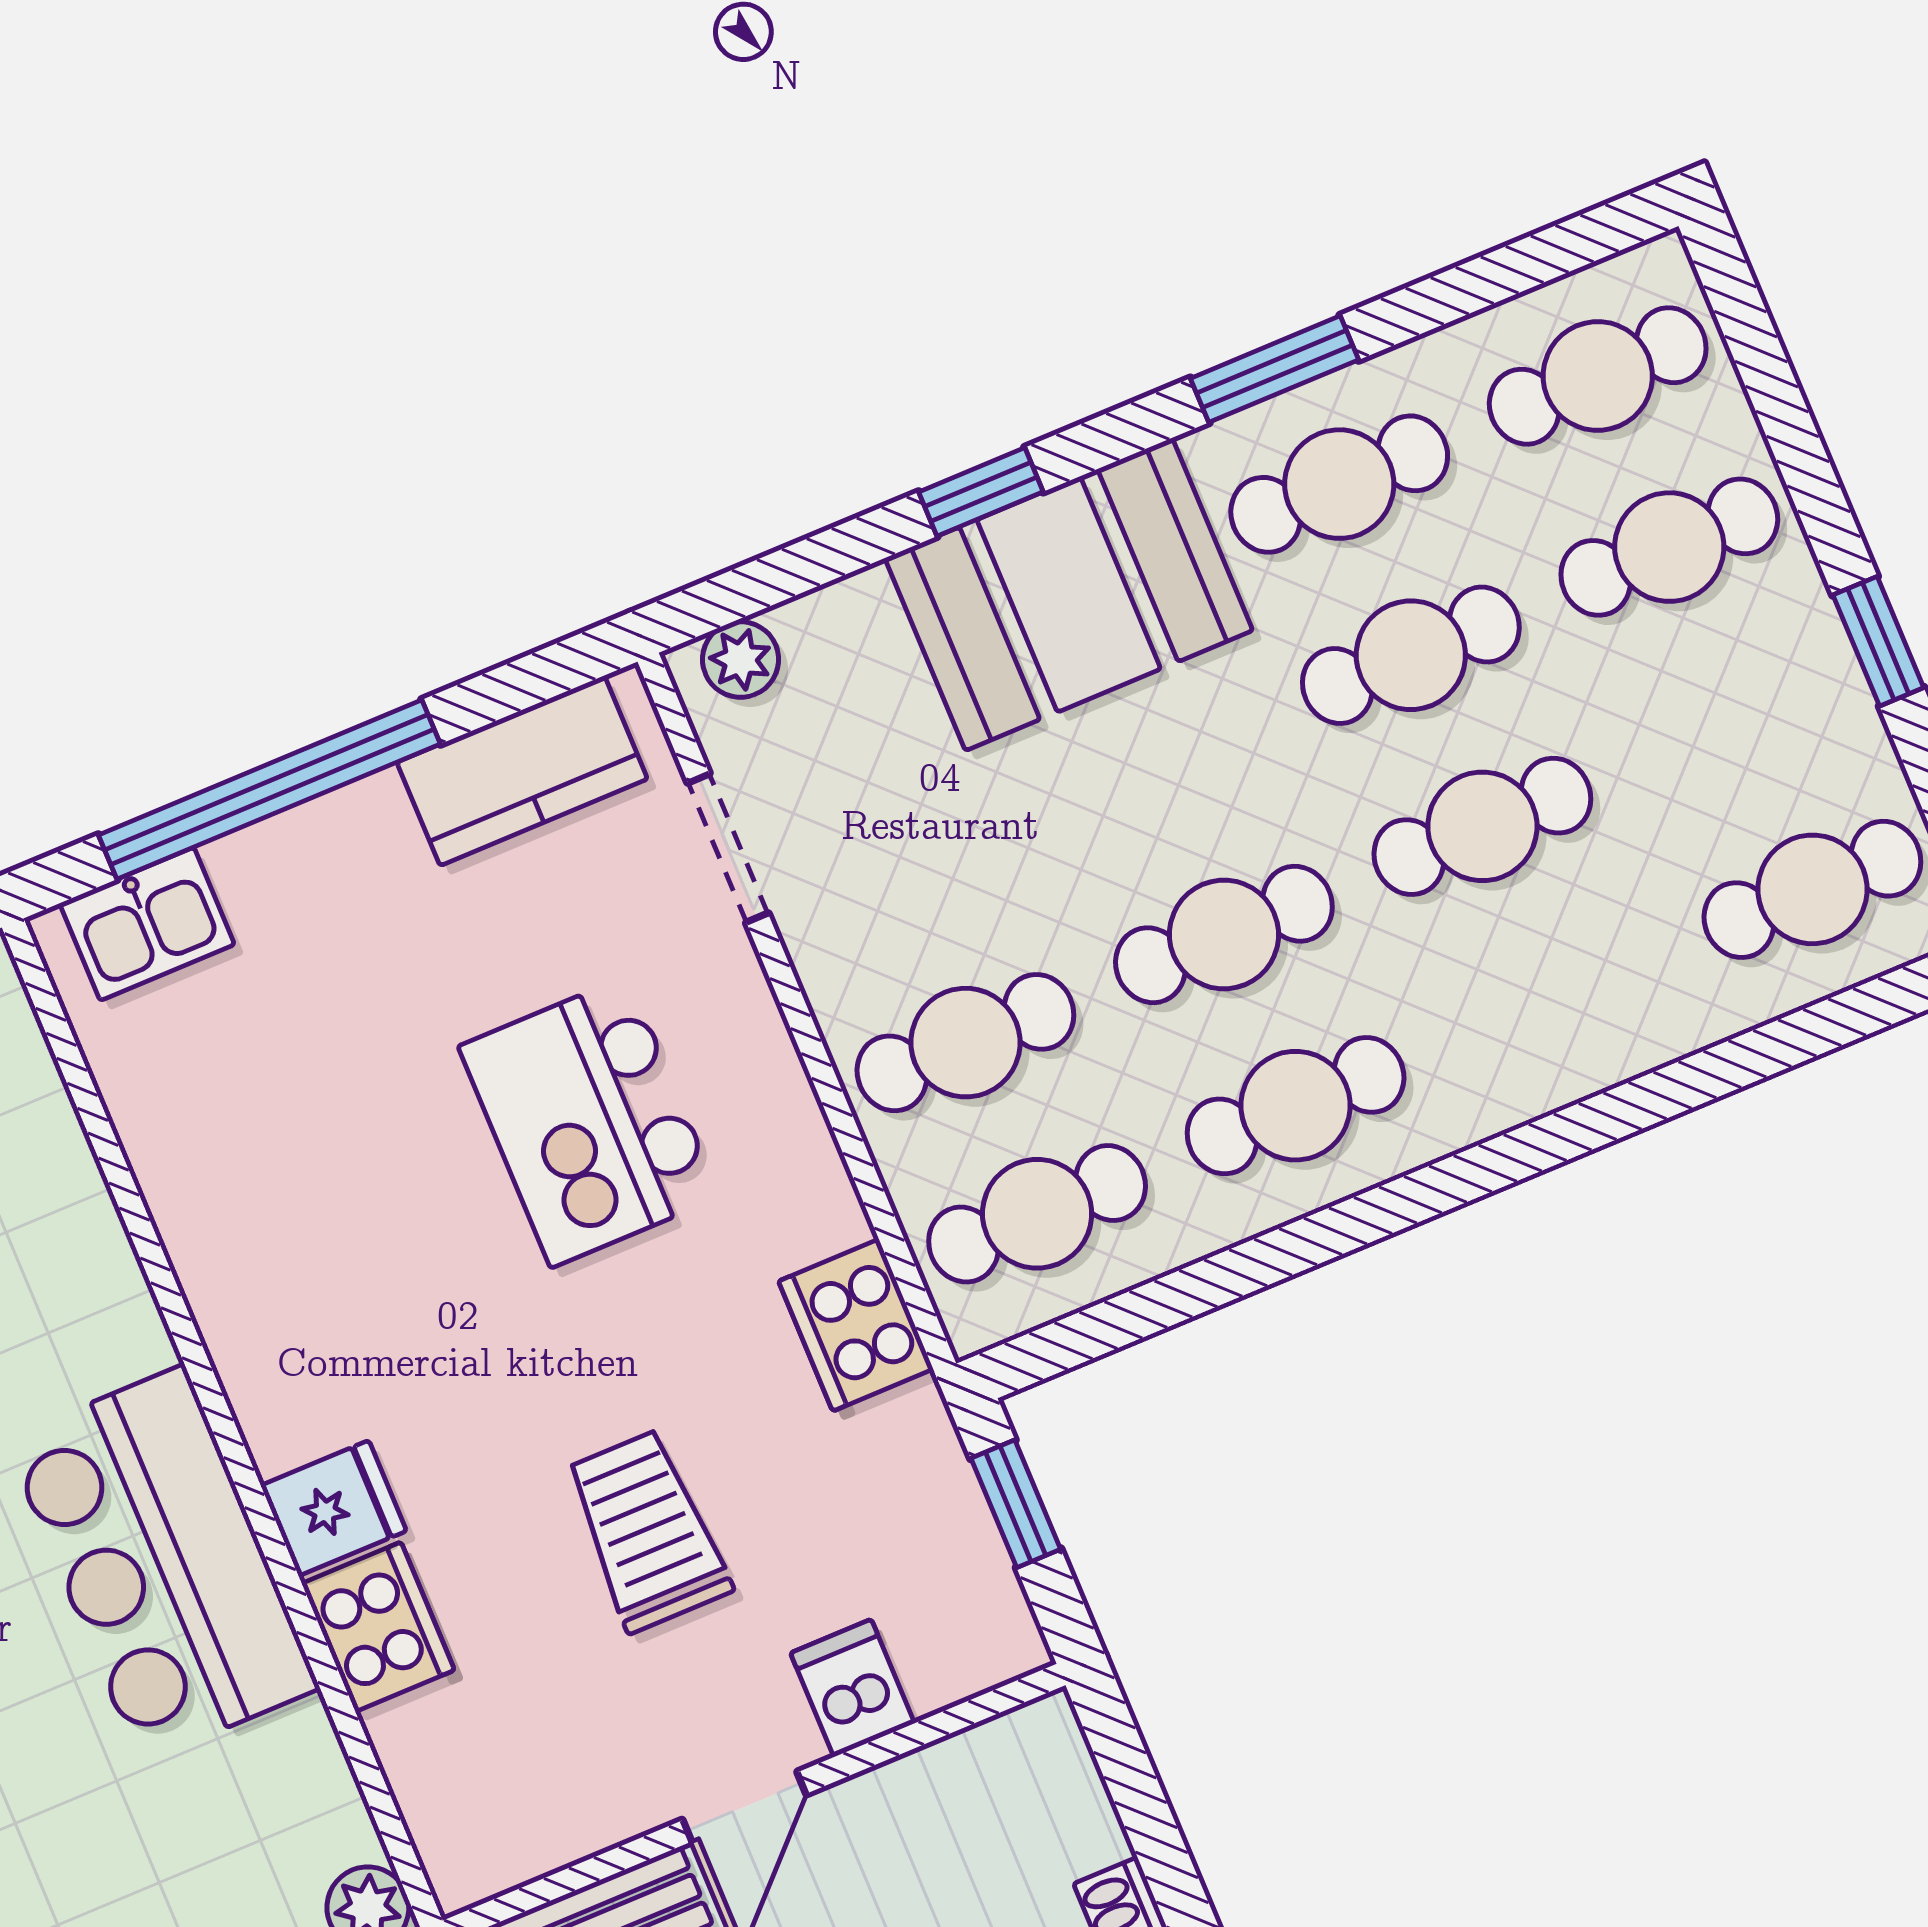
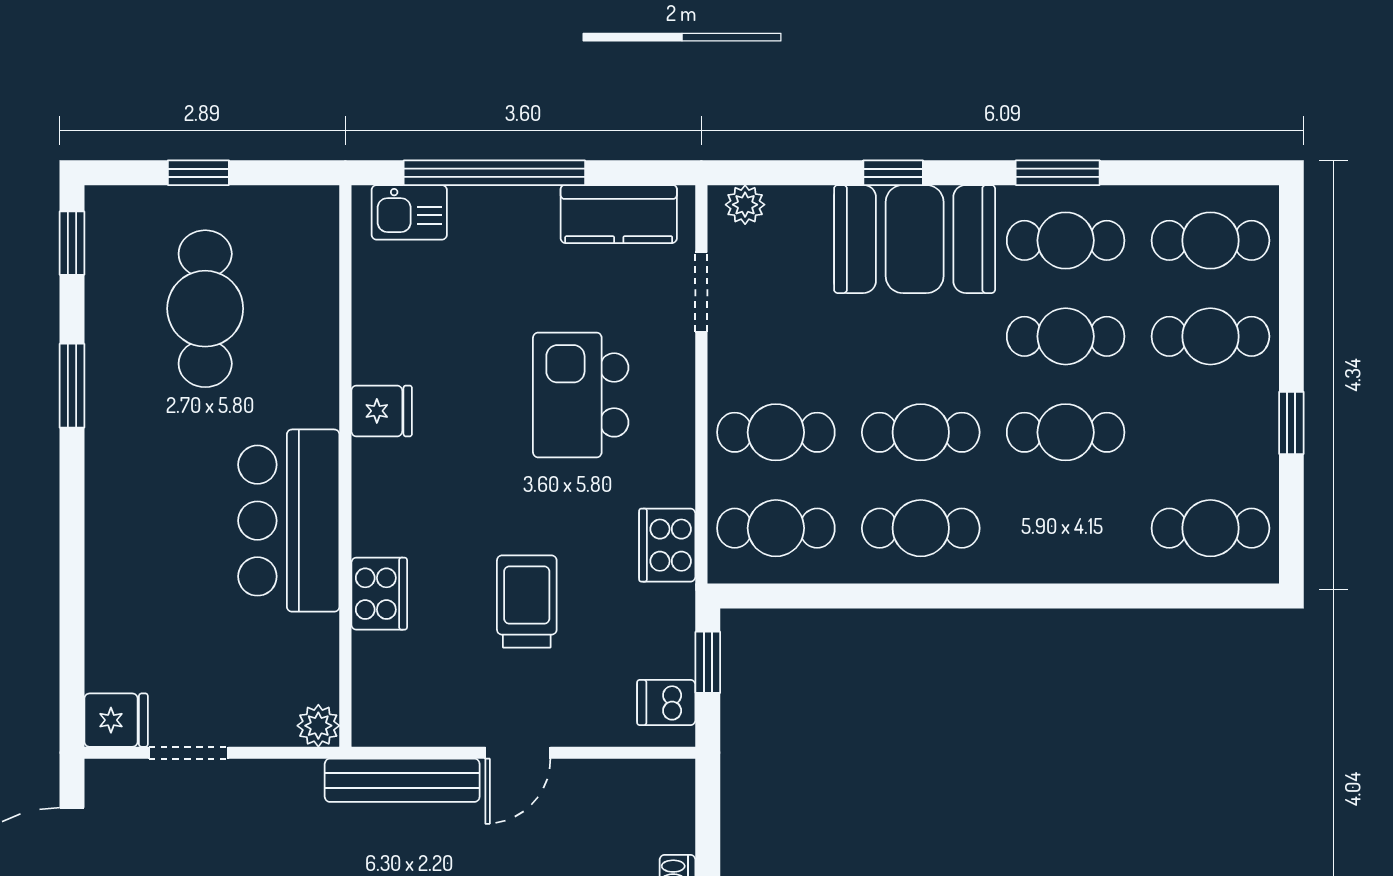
fridge: (334, 1508) -> (382, 411), moved
dishwasher: (852, 1688) -> (666, 702), moved, turned -90

